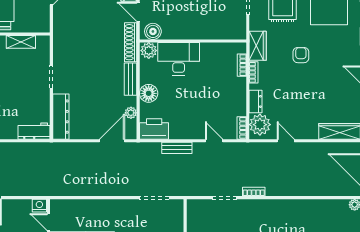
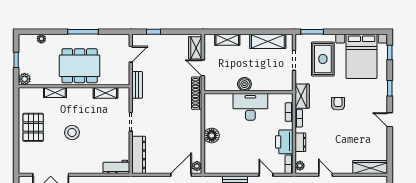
boiler: (153, 31) -> (244, 84), moved
plant: (149, 51) -> (212, 100), removed
desk: (179, 59) -> (250, 107), moved
bench: (131, 79) -> (137, 85), moved
plant: (131, 113) -> (197, 166), moved
plant: (260, 125) -> (300, 166), width x0.53, depth x0.53
printer: (154, 129) -> (284, 142), moved, turned -90

